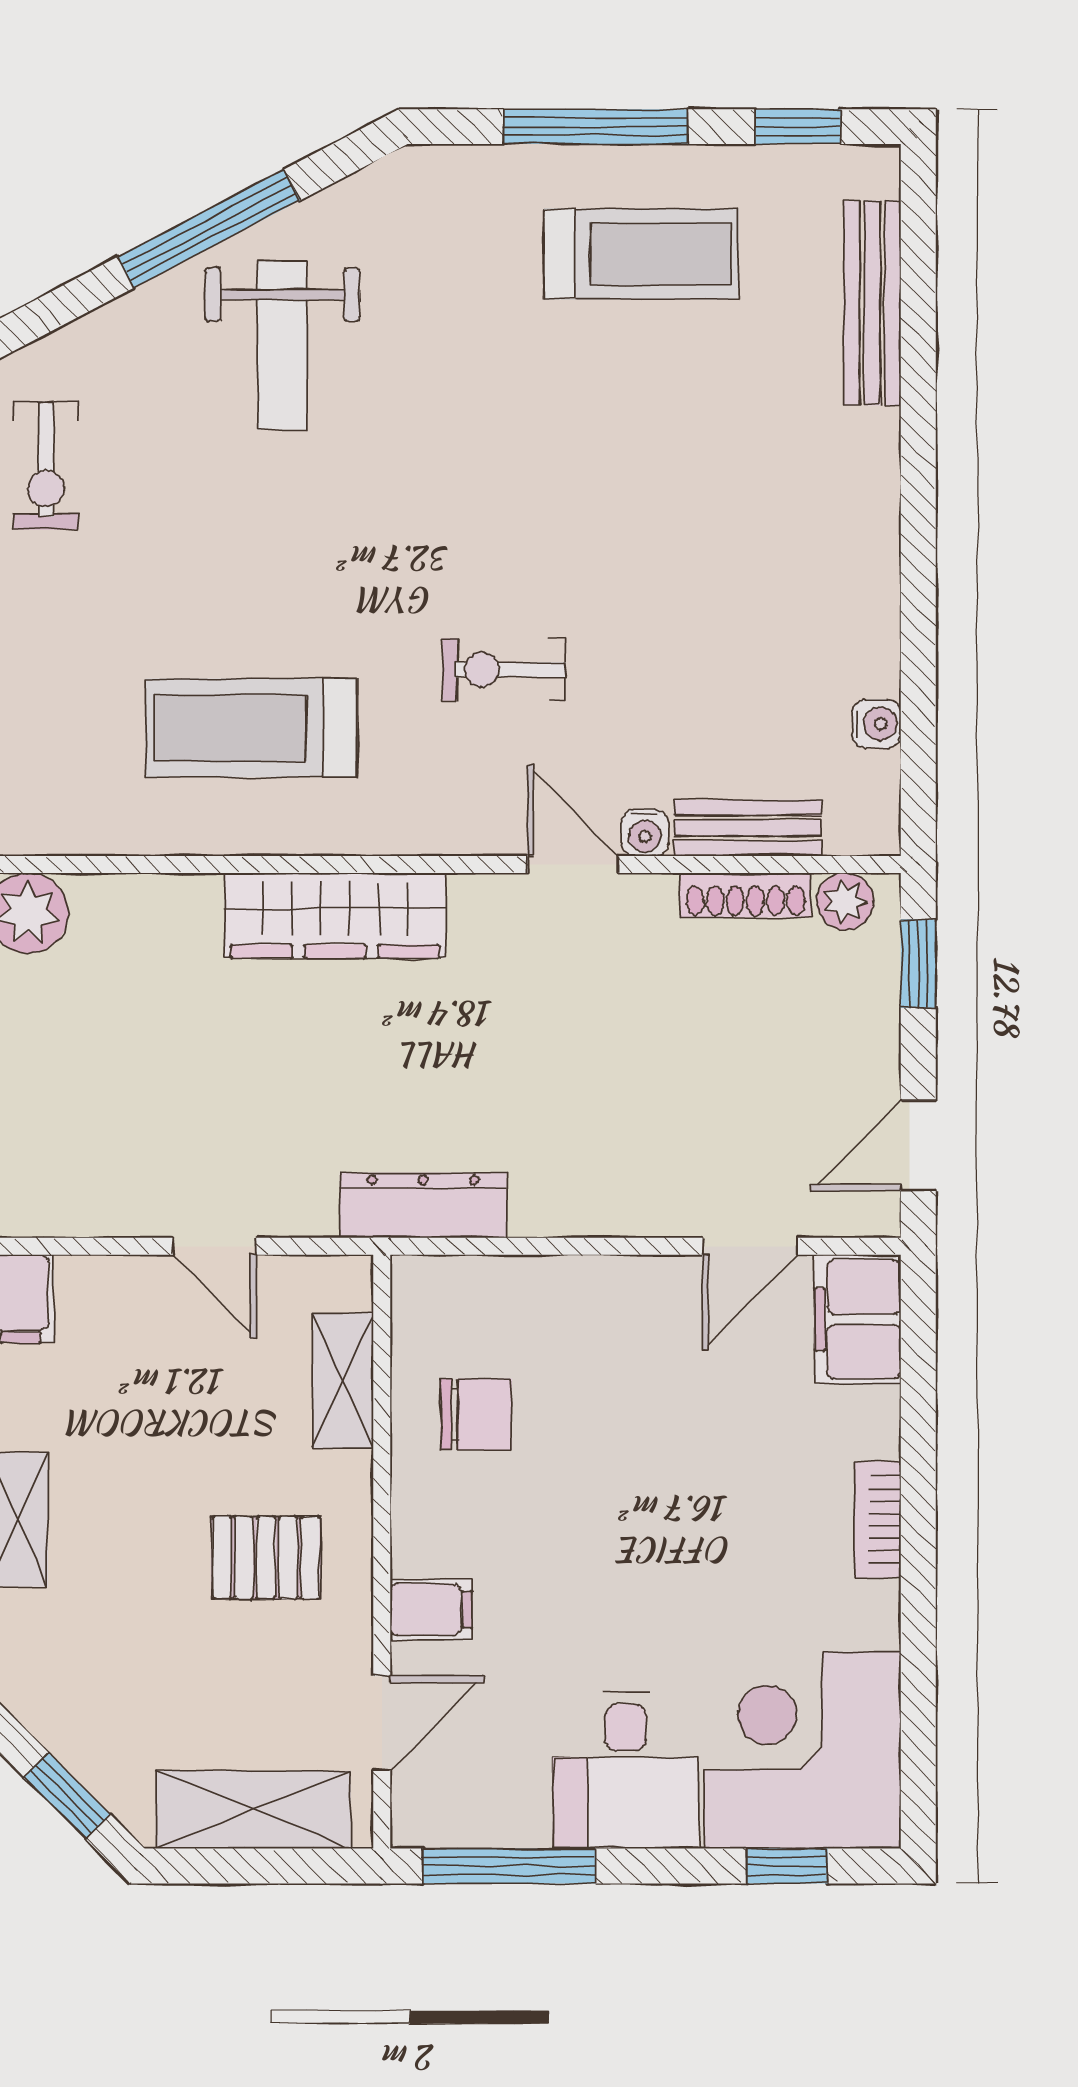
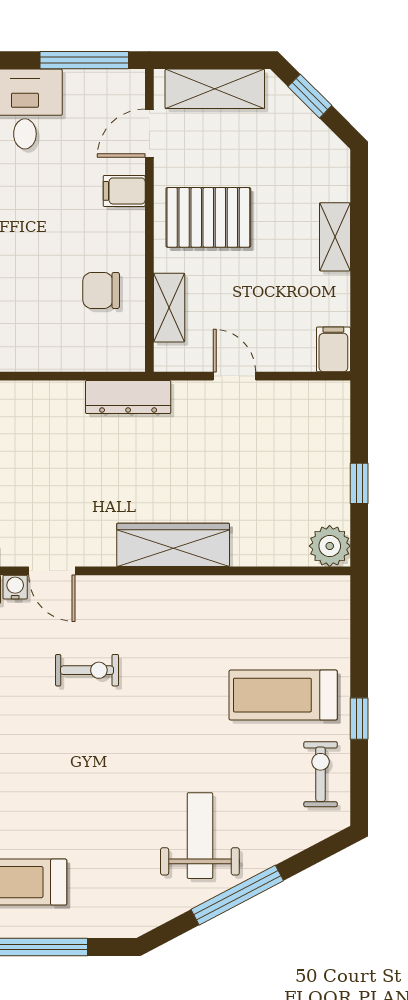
treadmill: (251, 728) -> (283, 695), moved, turned 180
pallet: (266, 1558) -> (208, 217), width x1.50, depth x1.42

